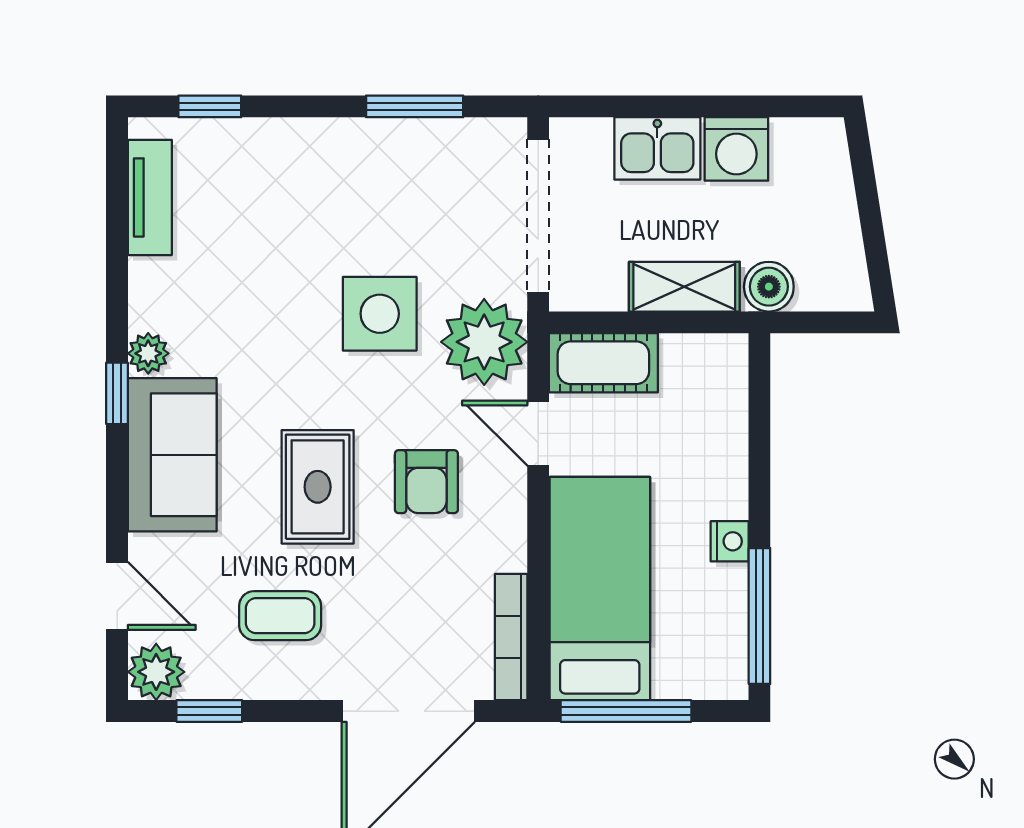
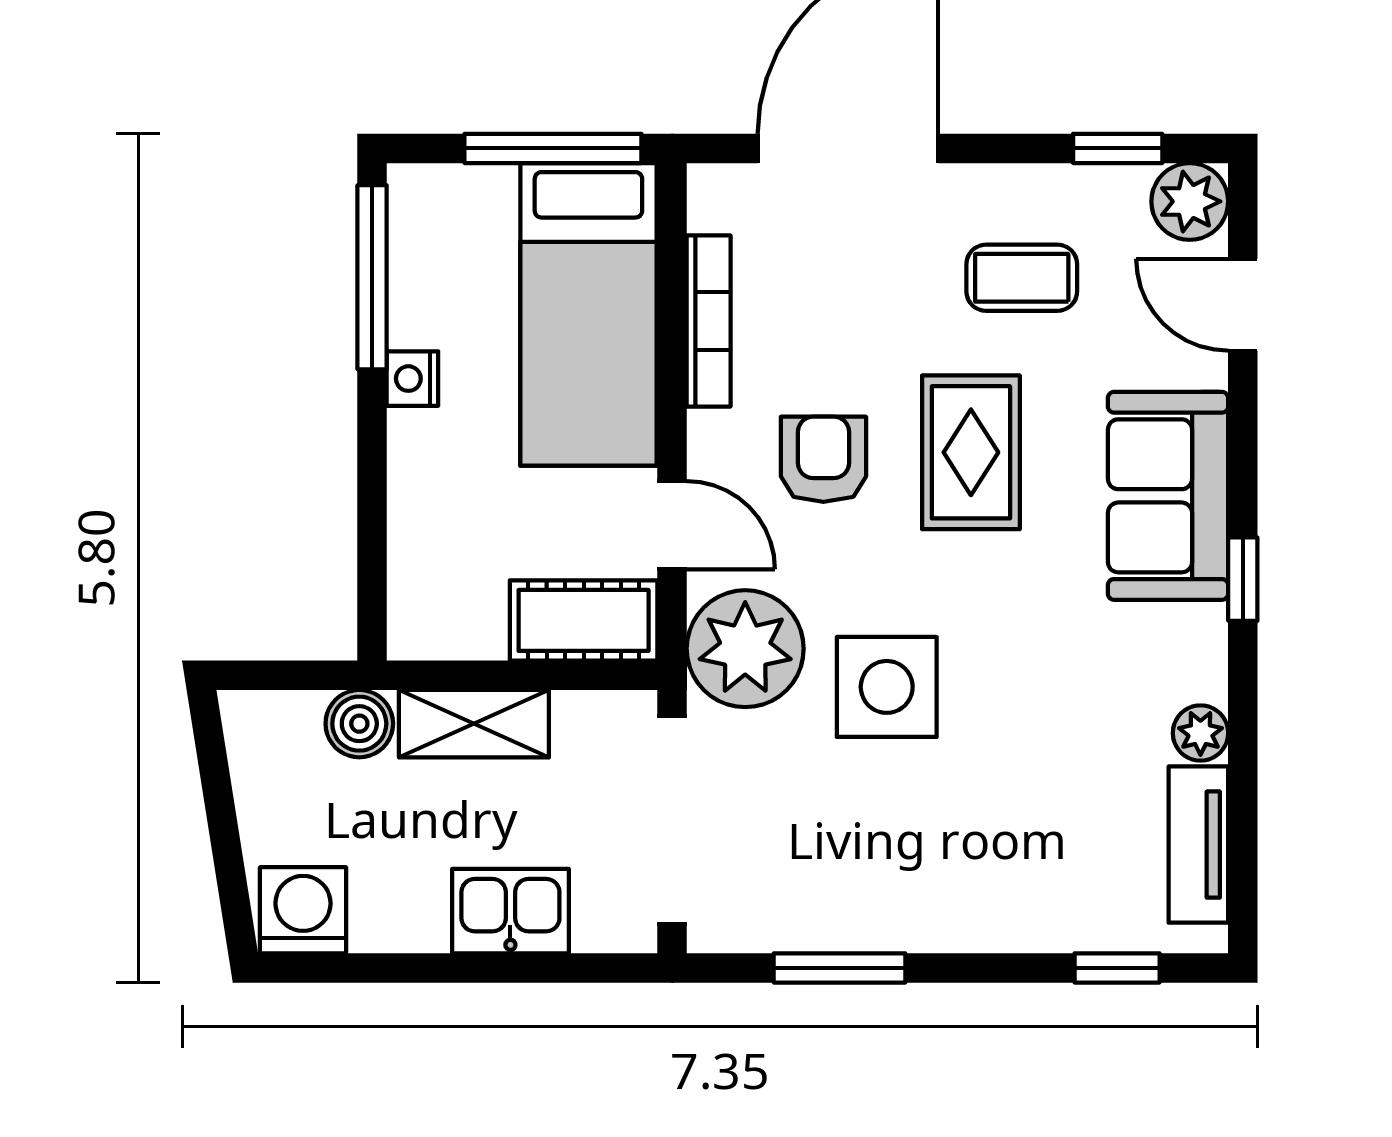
washing machine: (736, 149) -> (303, 910), moved
plant: (148, 353) -> (1200, 733), moved
bookcase: (511, 637) -> (709, 321), moved

